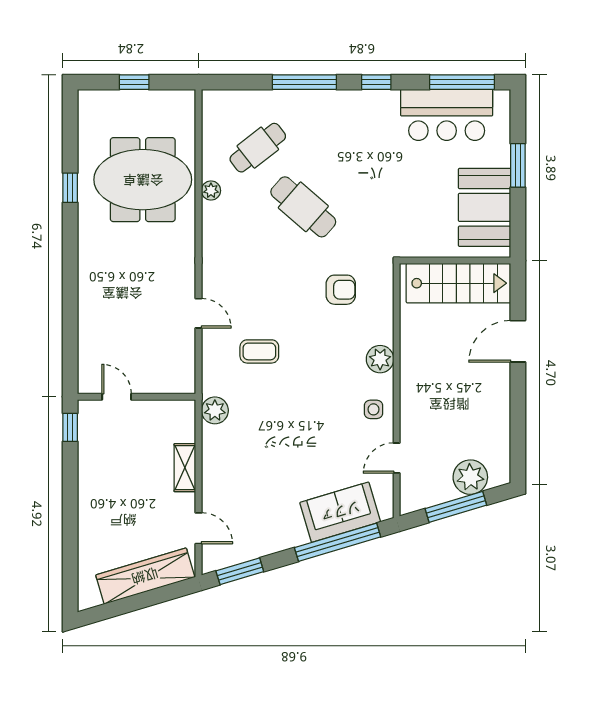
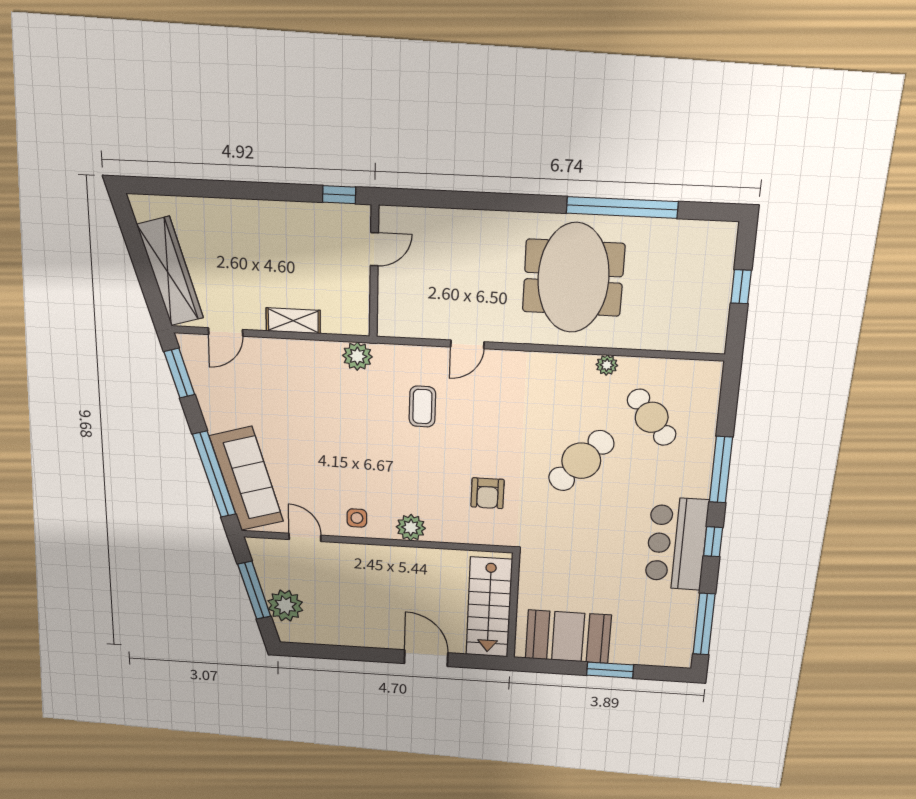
bar counter: (447, 115) -> (677, 544), moved
meeting table: (143, 180) -> (573, 278), moved
window: (70, 188) -> (622, 207), width x3.17
sofa: (340, 512) -> (246, 479), width x1.36

